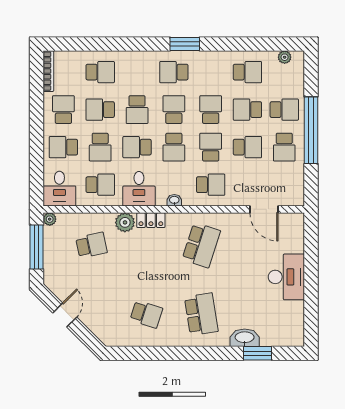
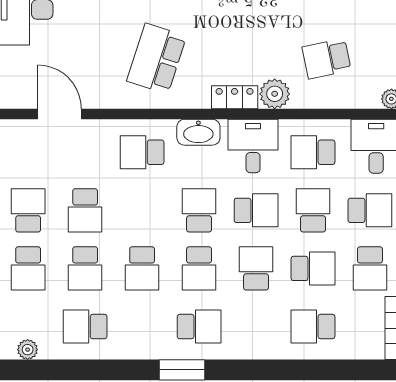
school desk: (247, 110) -> (85, 268), turned 90
school desk: (284, 110) -> (28, 268), turned -90
school desk: (211, 147) -> (142, 210), removed
school desk: (247, 147) -> (85, 210), turned -90
washbasin: (174, 200) -> (198, 132), width x1.91, depth x1.45

